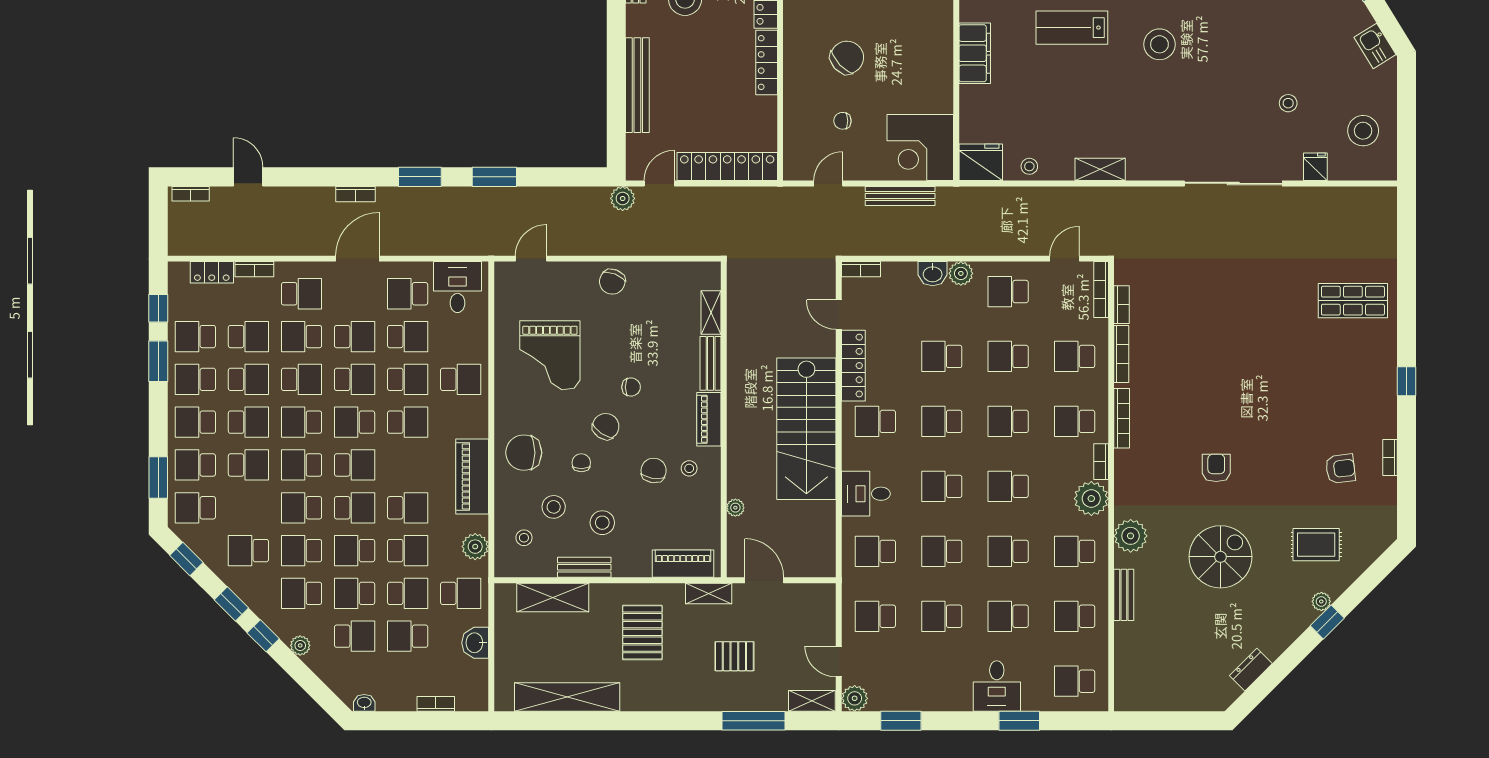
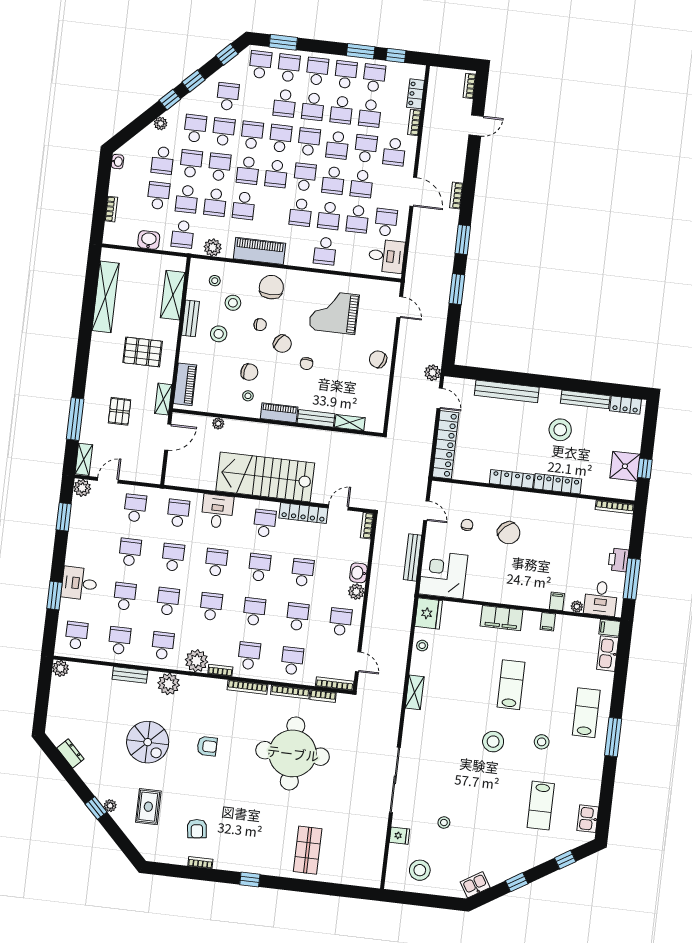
round table: (1212, 340) -> (293, 753), added
plant: (1126, 699) -> (61, 668), added

